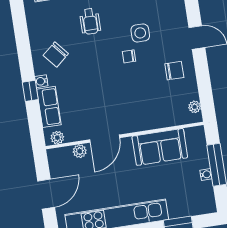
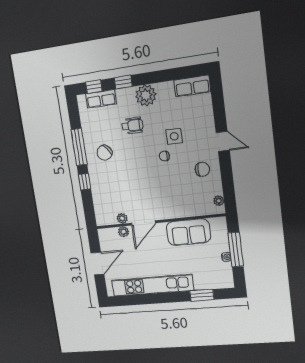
wheelchair: (90, 21) -> (132, 126), turned -90
window: (24, 49) -> (79, 147), added
water cooler: (41, 81) -> (93, 174), removed
row of seats: (49, 107) -> (99, 195), removed
plant: (57, 138) -> (122, 218), moved

